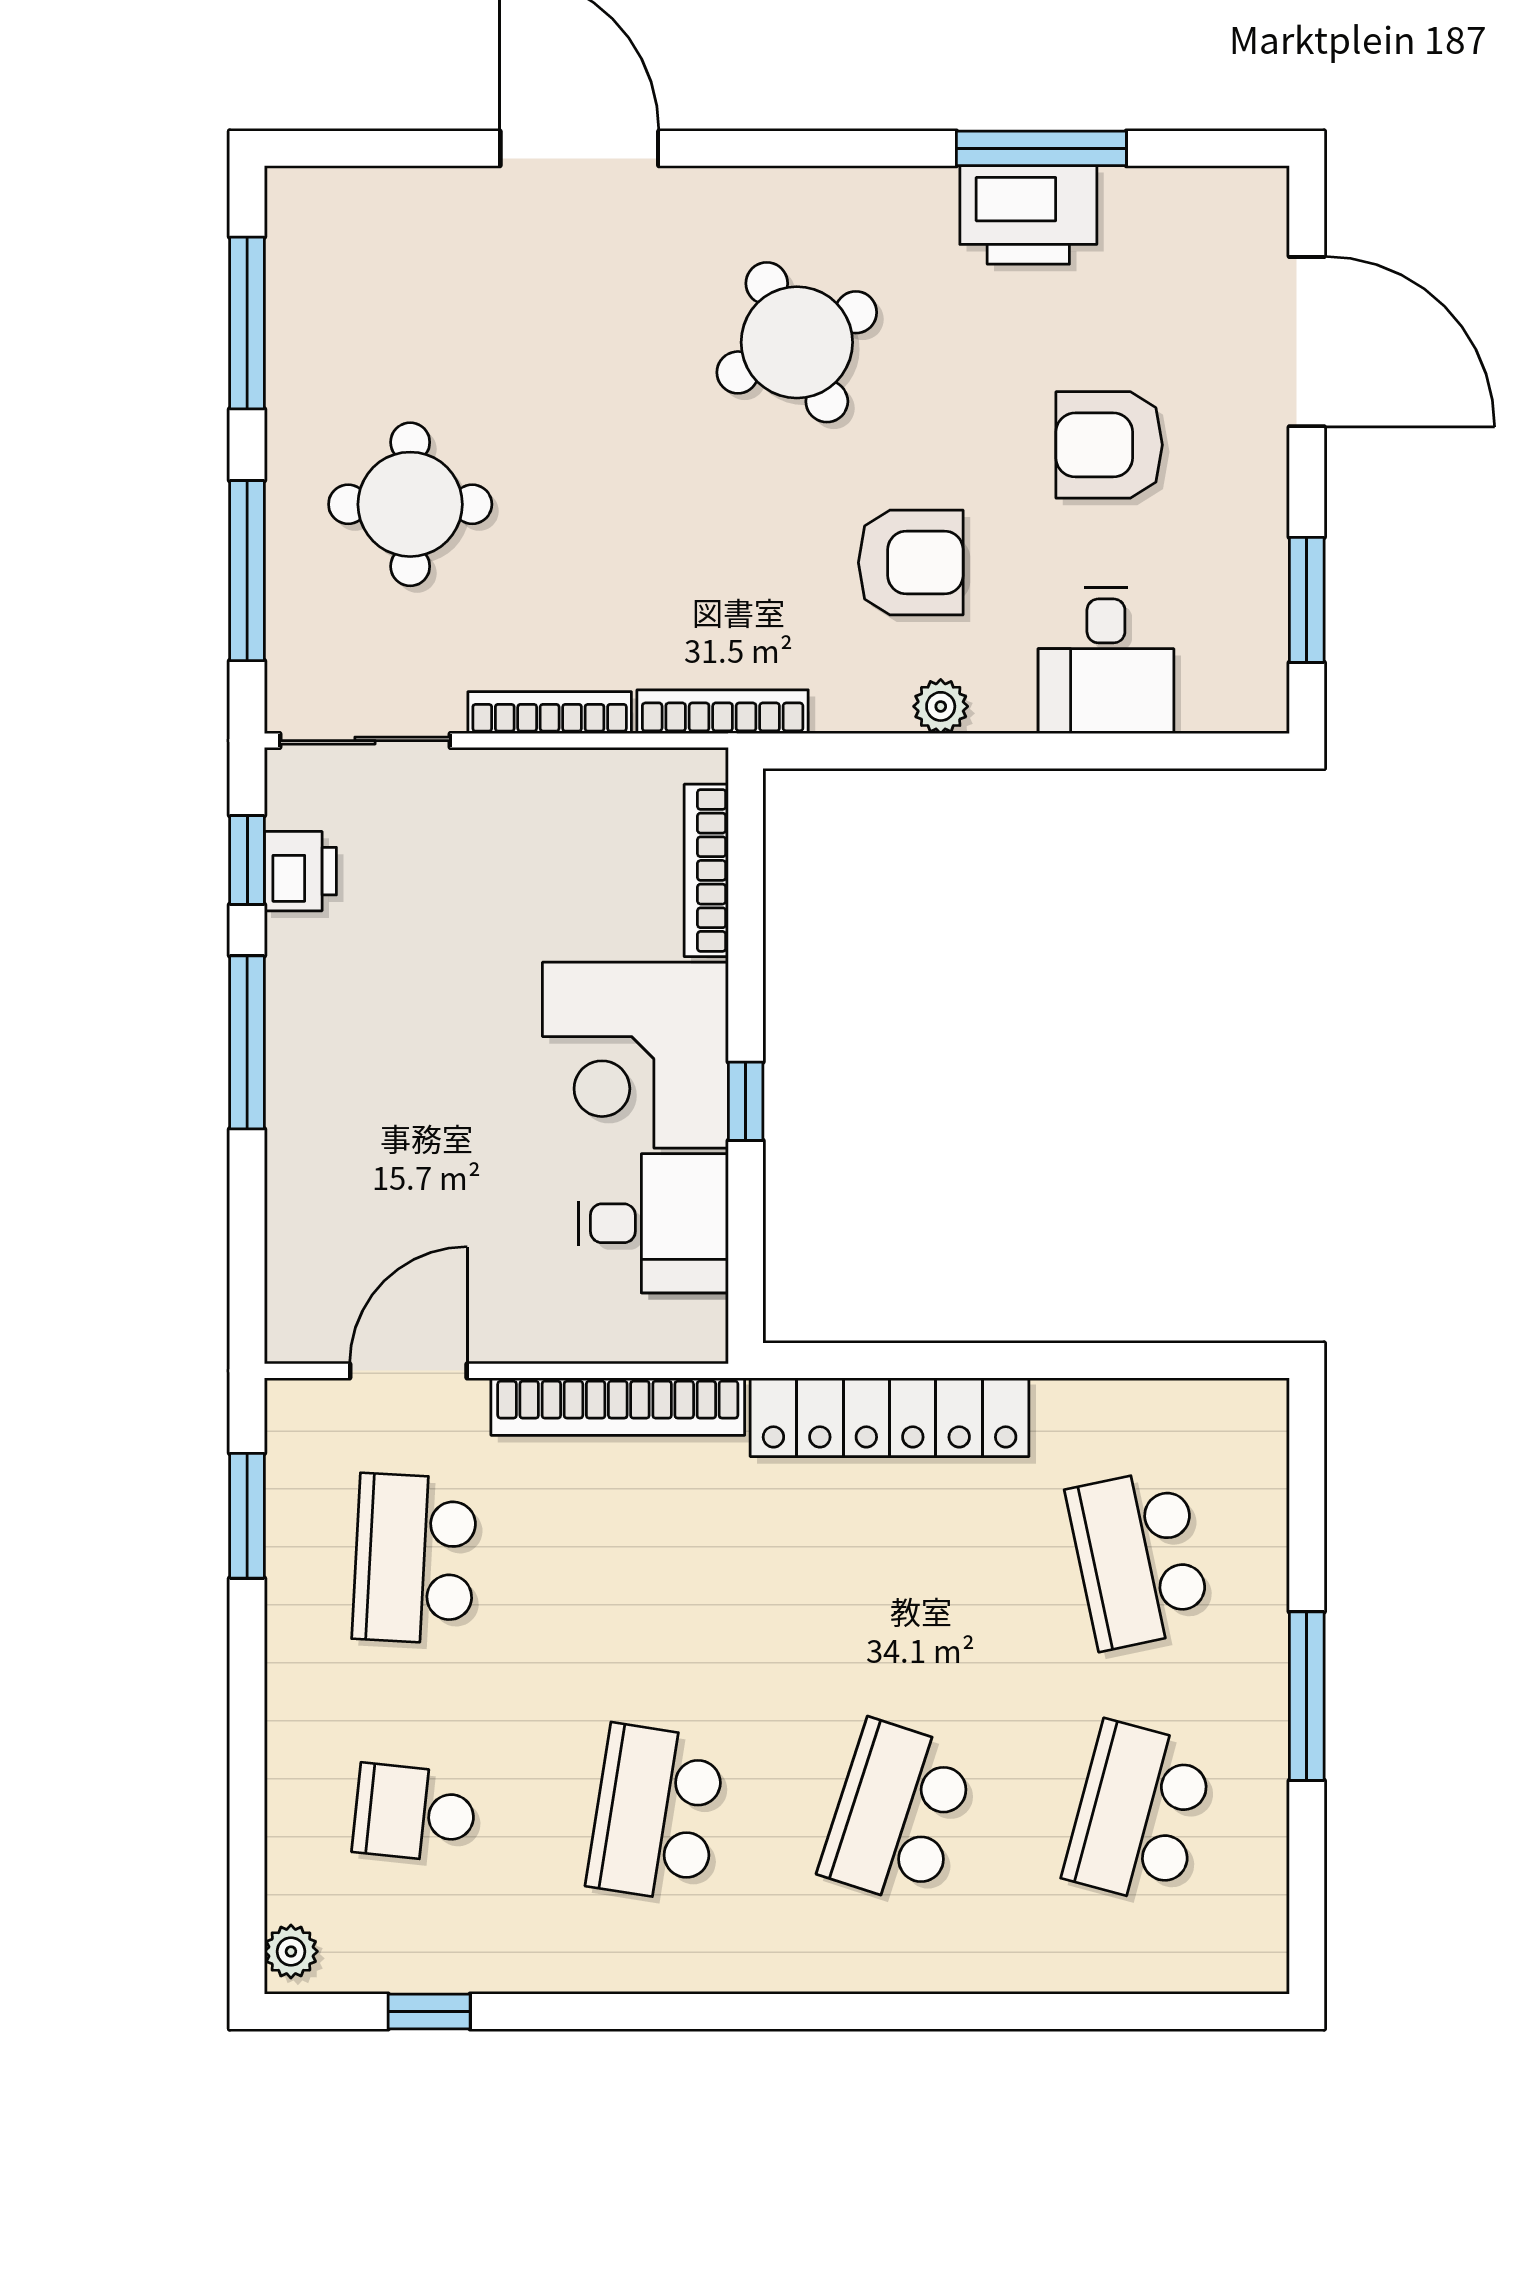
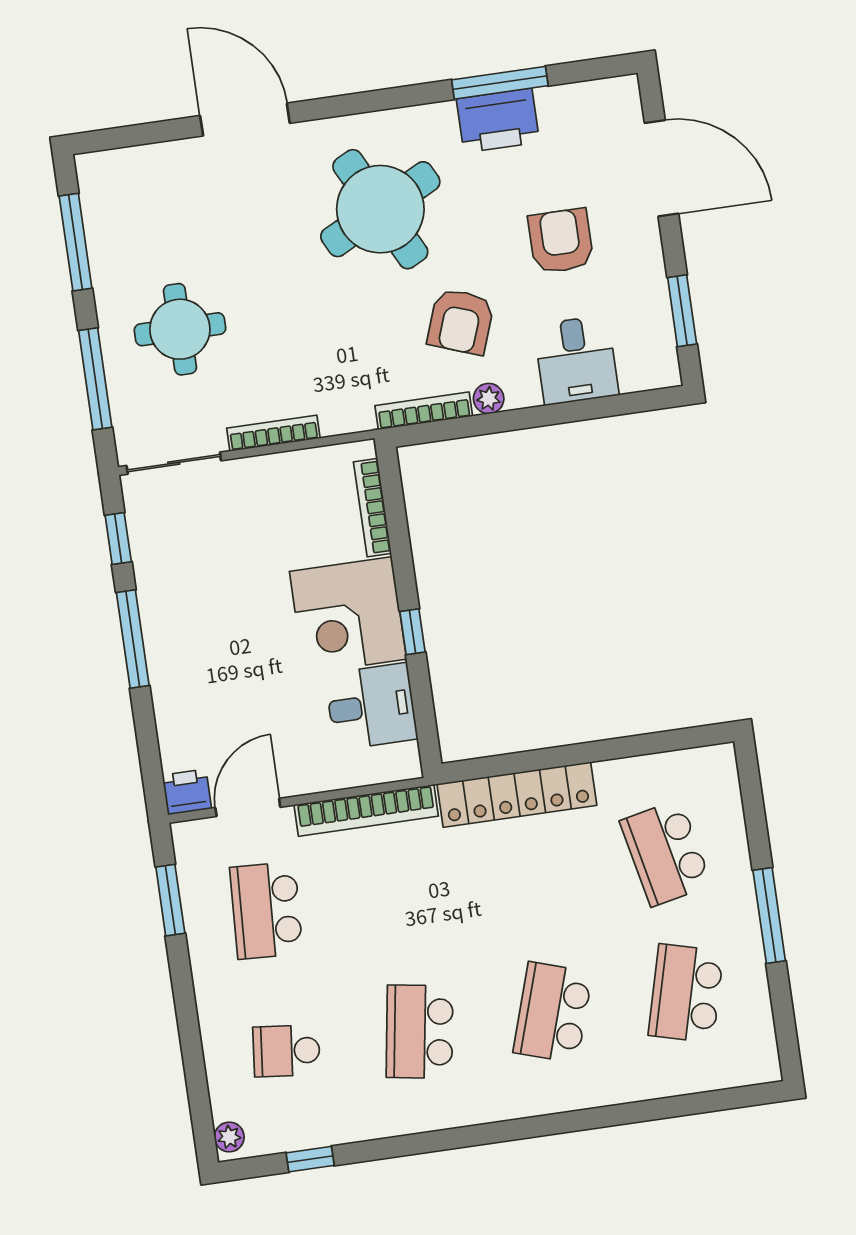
round table: (797, 342) -> (380, 209), width x1.36, depth x1.36
armchair: (1109, 445) -> (561, 241), turned 90
armchair: (911, 563) -> (461, 322), turned 110
bookcase: (723, 712) -> (424, 411), moved
printer: (300, 871) -> (187, 792), moved, turned -90

